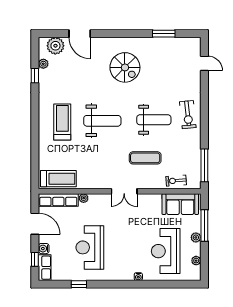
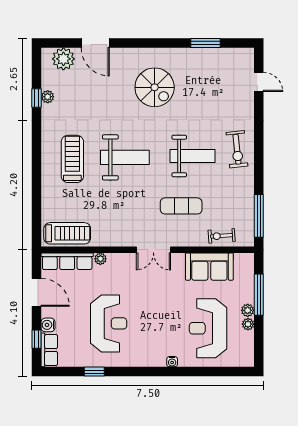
plant: (43, 64) -> (48, 97), moved
sofa: (180, 204) -> (209, 267), moved
reception desk: (90, 247) -> (109, 323), turned 180
plant: (196, 261) -> (248, 324), moved

